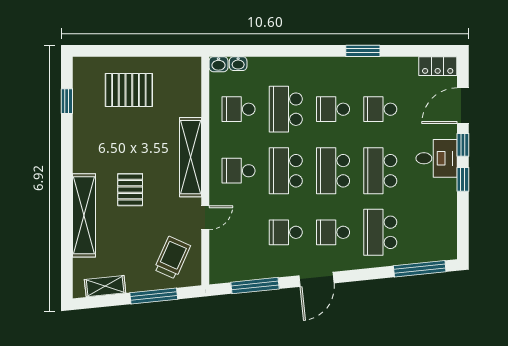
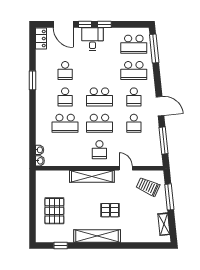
school desk: (239, 109) -> (65, 150), removed
school desk: (380, 171) -> (134, 44), moved
shelving: (84, 215) -> (97, 236), moved

